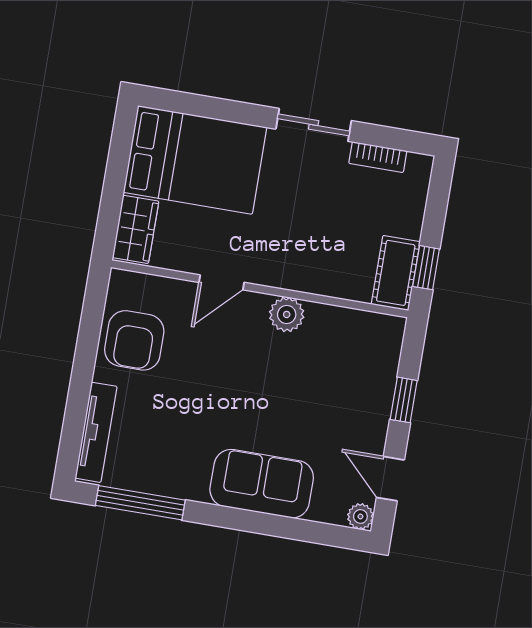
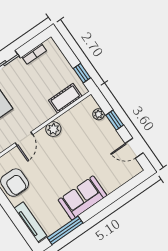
cot: (396, 273) -> (65, 98), moved, turned 90
sofa: (262, 484) -> (82, 198), moved
plant: (360, 516) -> (98, 114), moved

